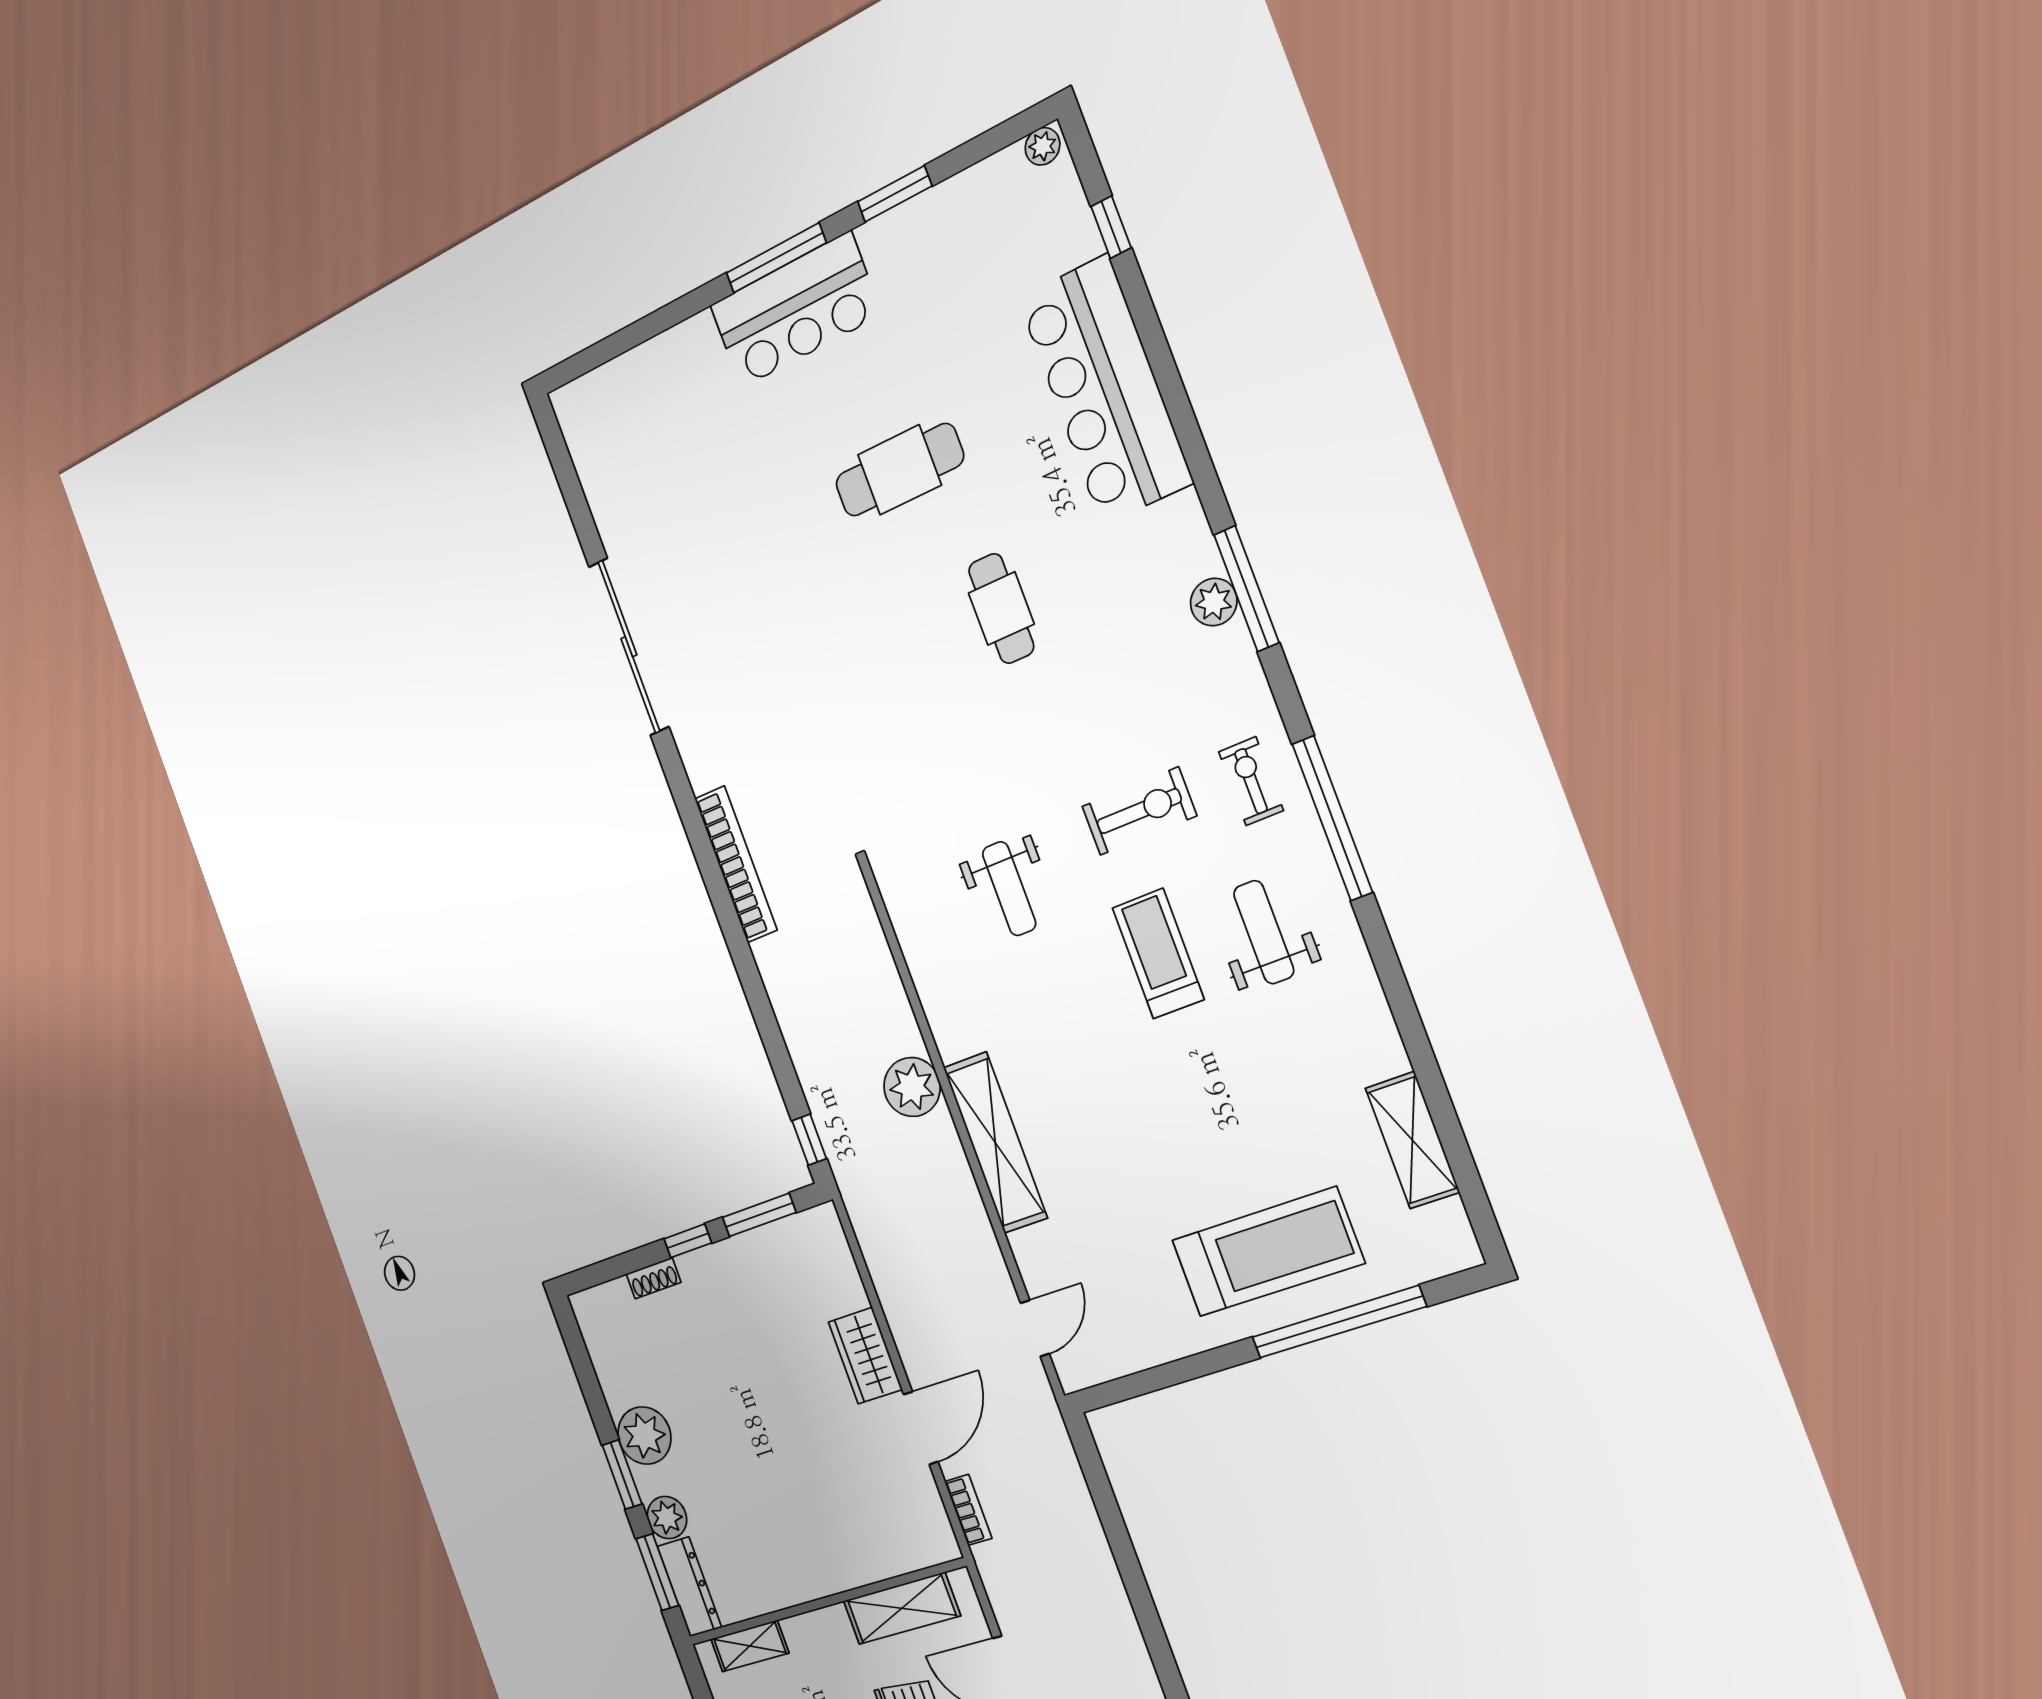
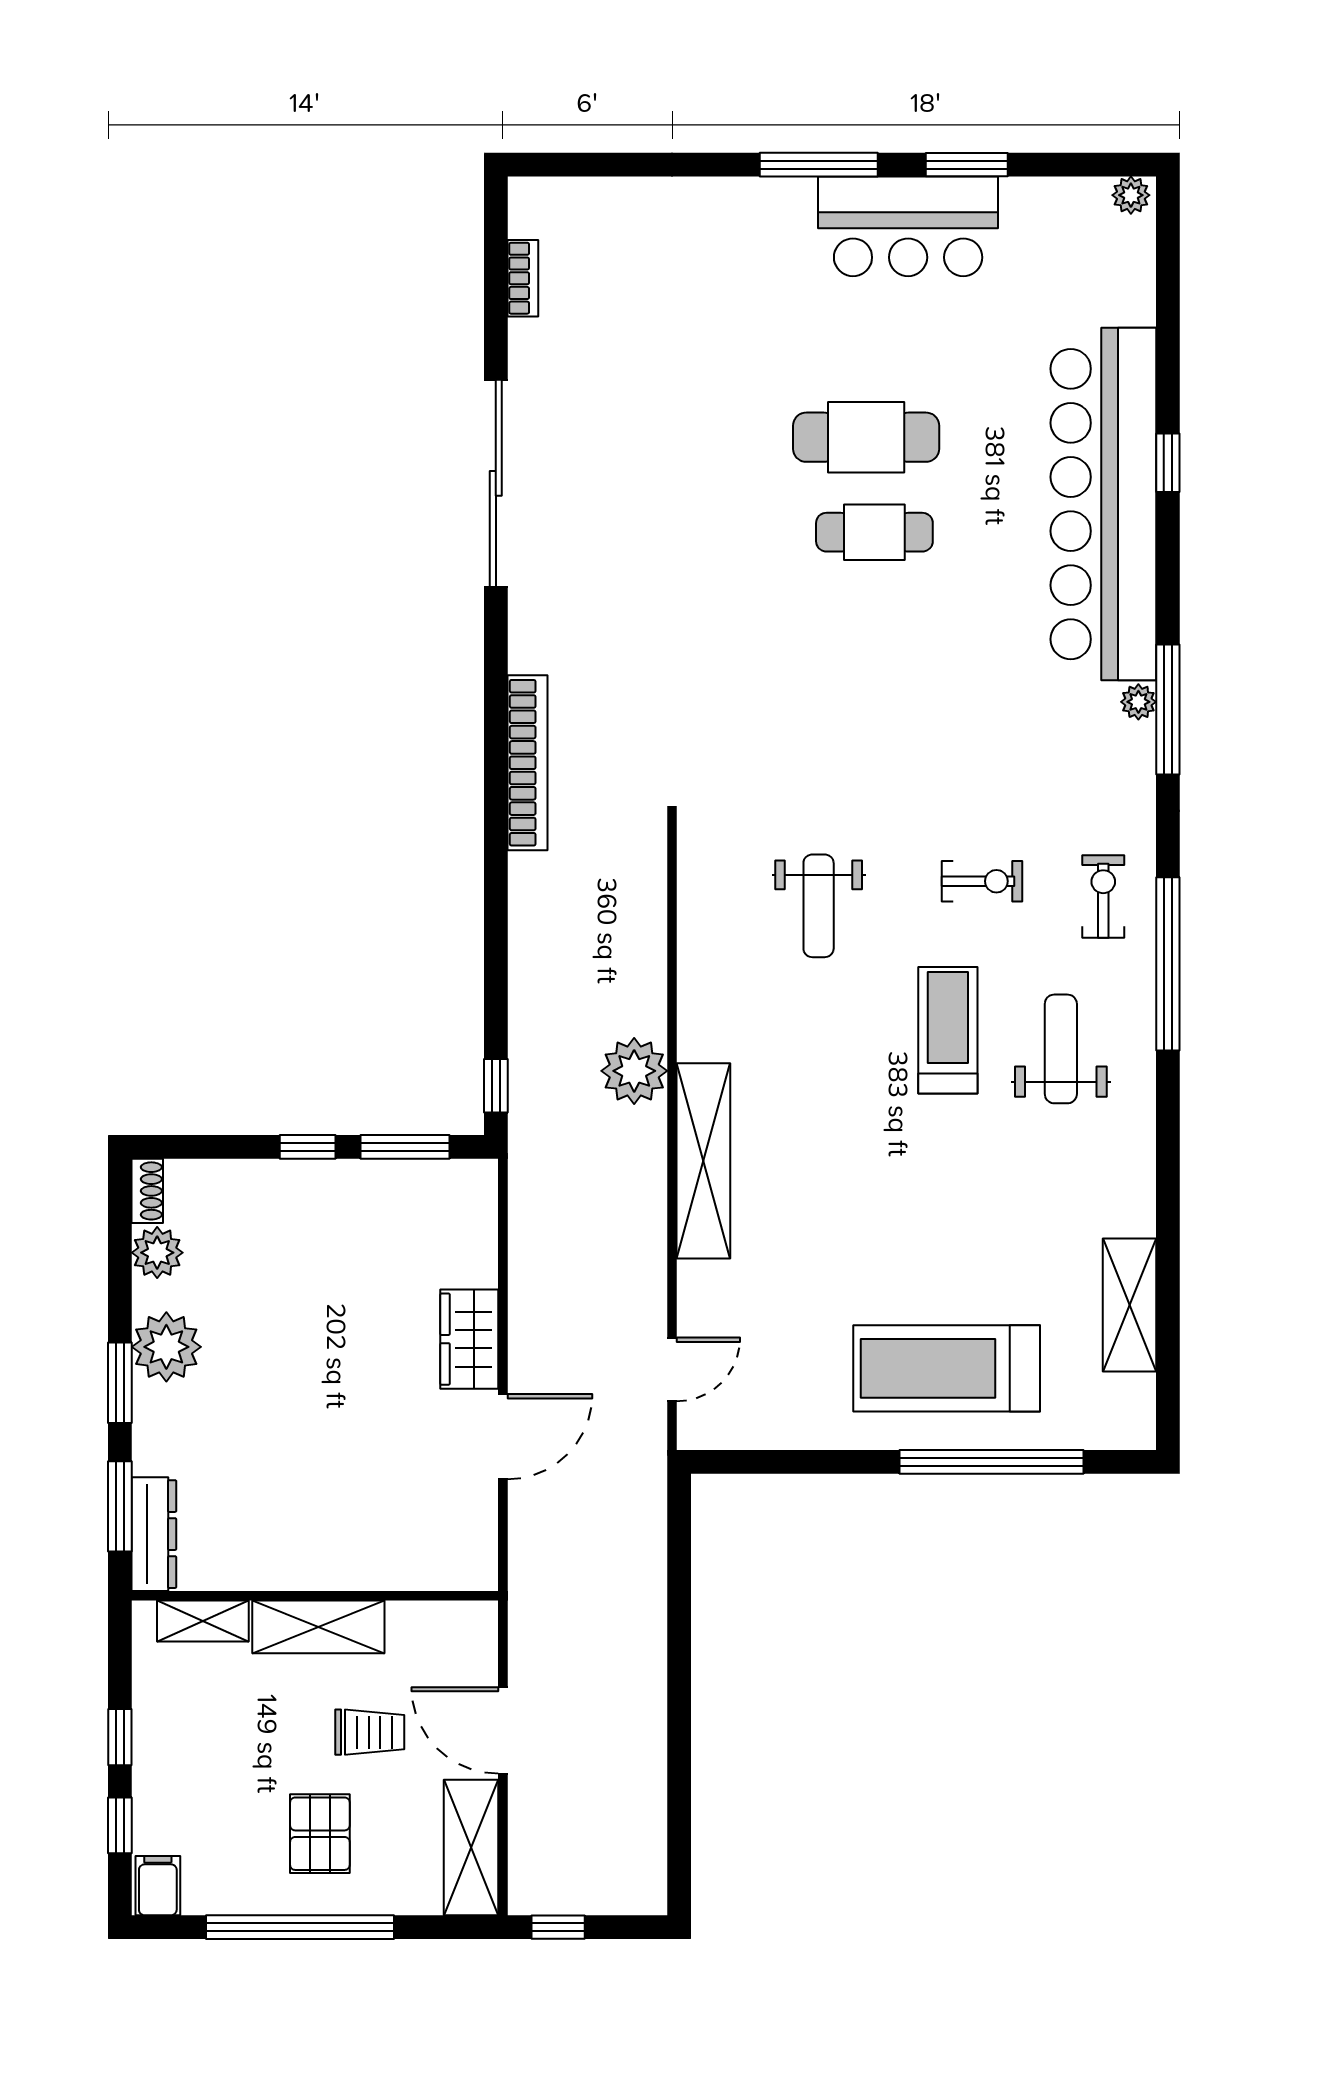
window: (1111, 227) -> (1168, 463), moved
bar counter: (795, 310) -> (908, 226), moved
bar counter: (1105, 390) -> (1103, 504), width x1.36
plant: (1214, 602) -> (1138, 702), width x0.73, depth x0.73
cafe table: (1001, 609) -> (874, 532), moved, turned 90
exercise bike: (1139, 811) -> (982, 881), width x0.73, depth x0.72
treadmill: (1268, 1252) -> (947, 1368), turned 180
shoe rack: (653, 1278) -> (147, 1191), moved, turned -90
bookcase: (968, 1510) -> (523, 278), moved
plant: (667, 1518) -> (157, 1253), moved
shelving: (902, 1608) -> (318, 1627), moved

